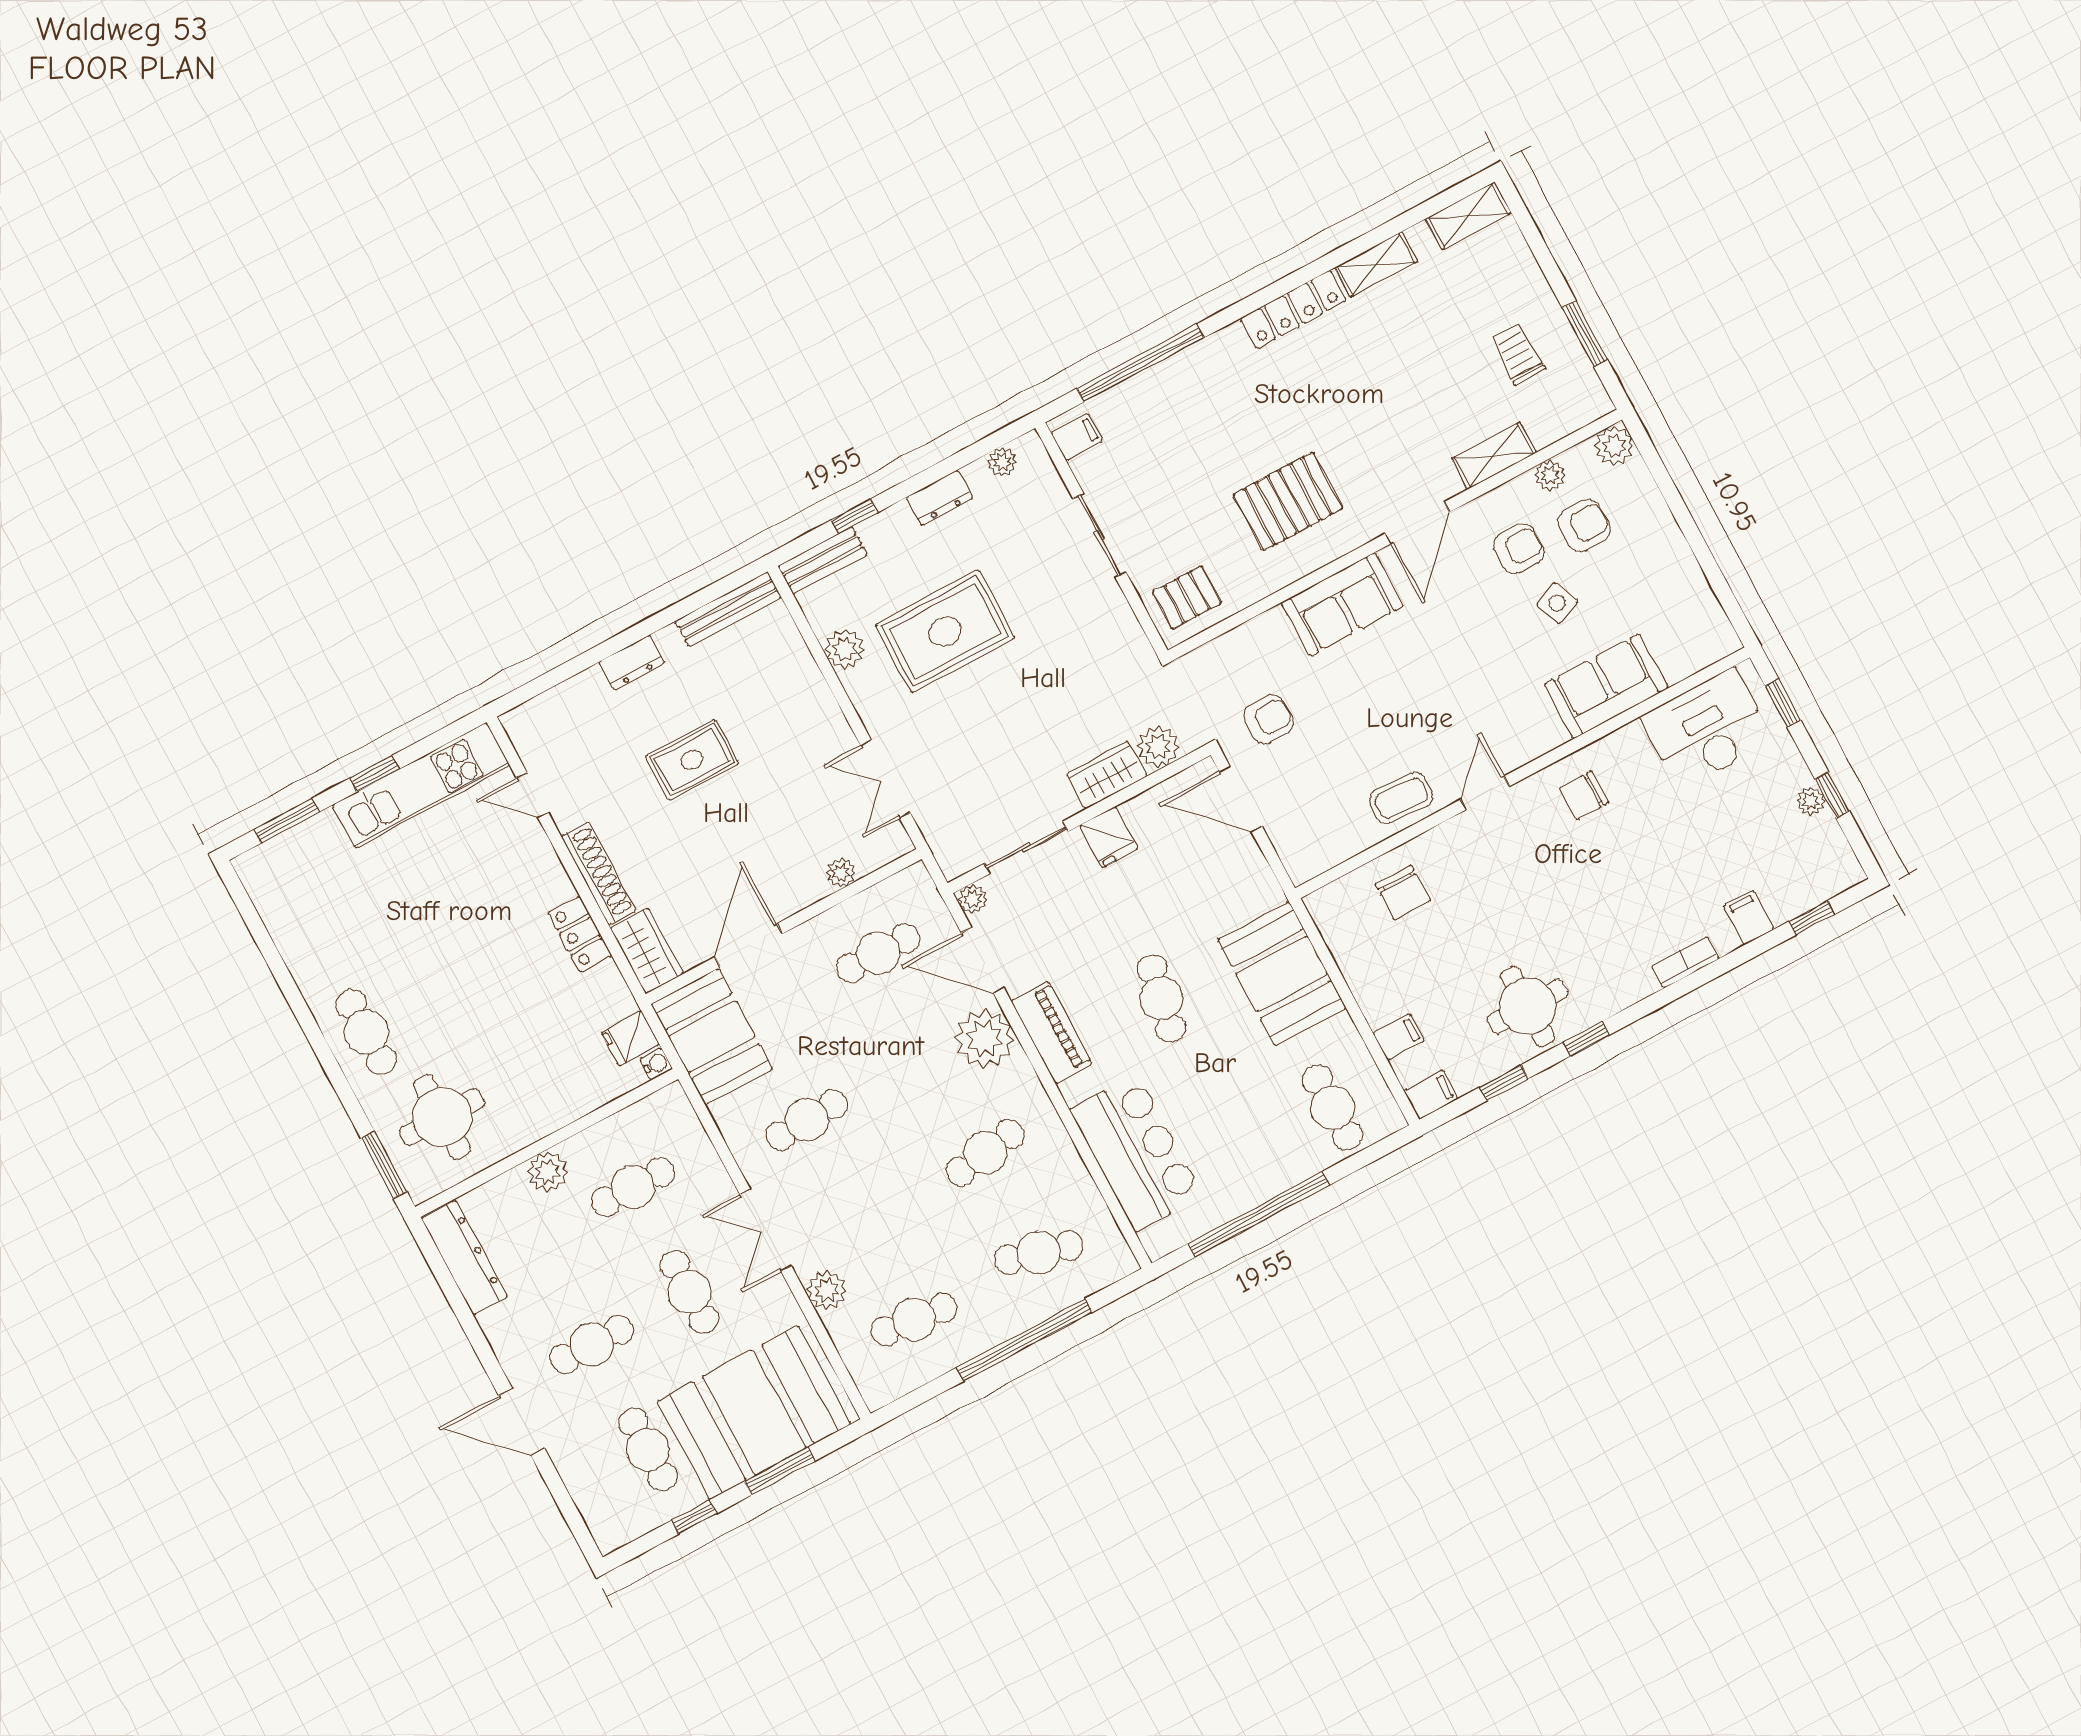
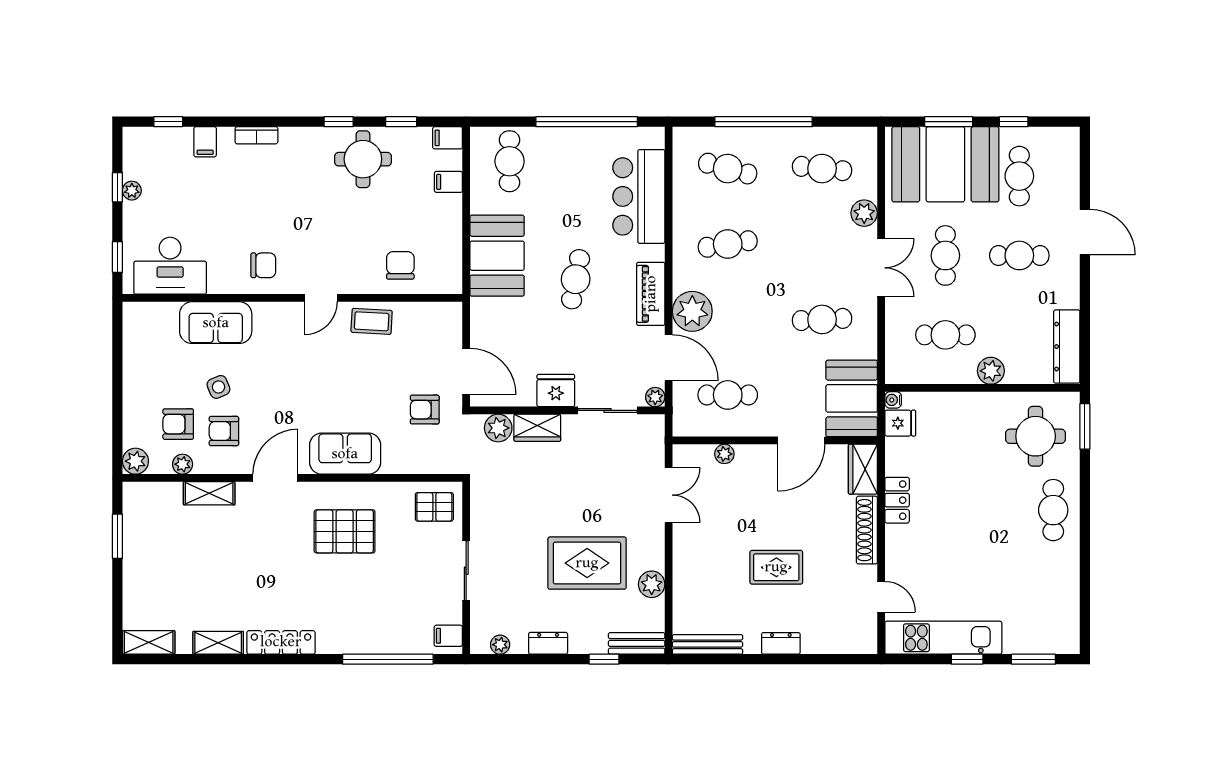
trolley: (1518, 354) -> (163, 546), removed
fridge: (1109, 837) -> (556, 391), width x1.38

